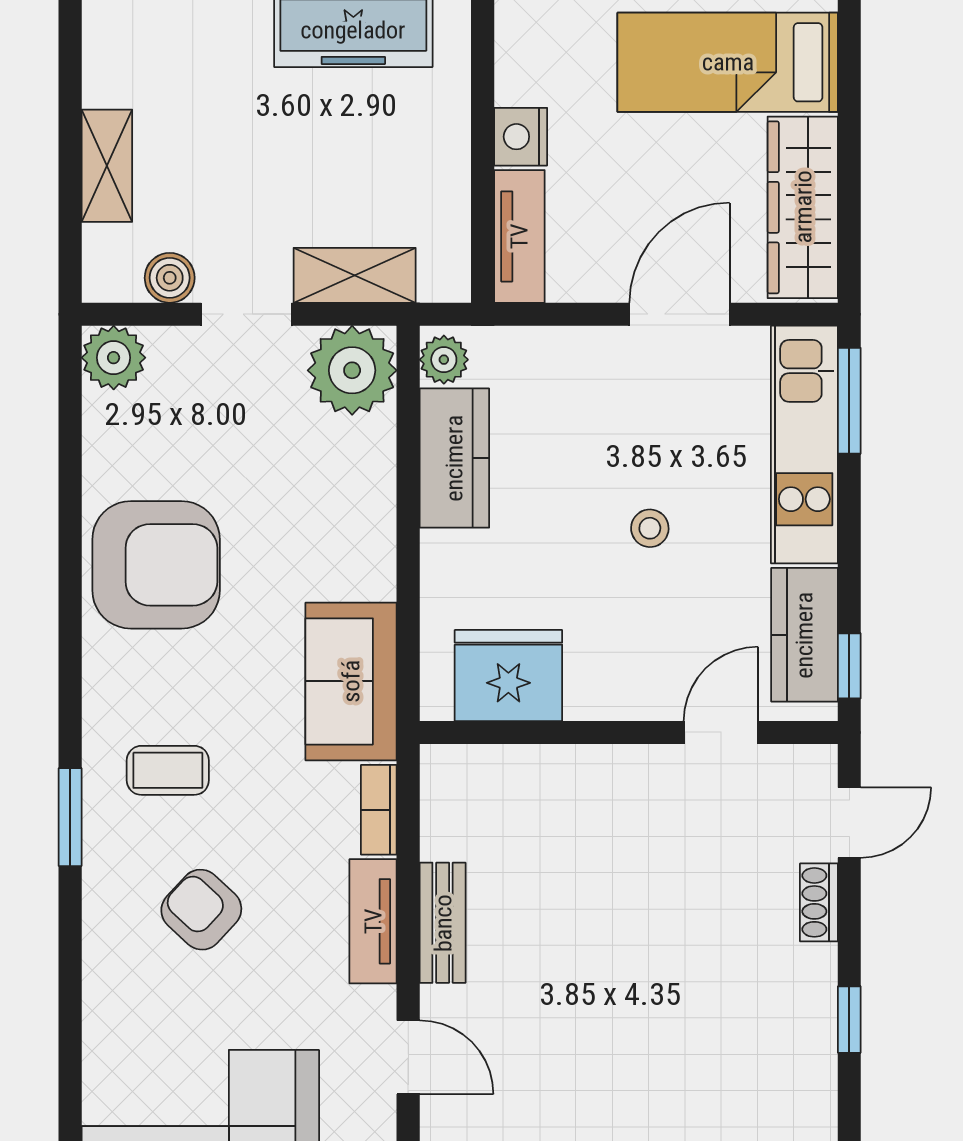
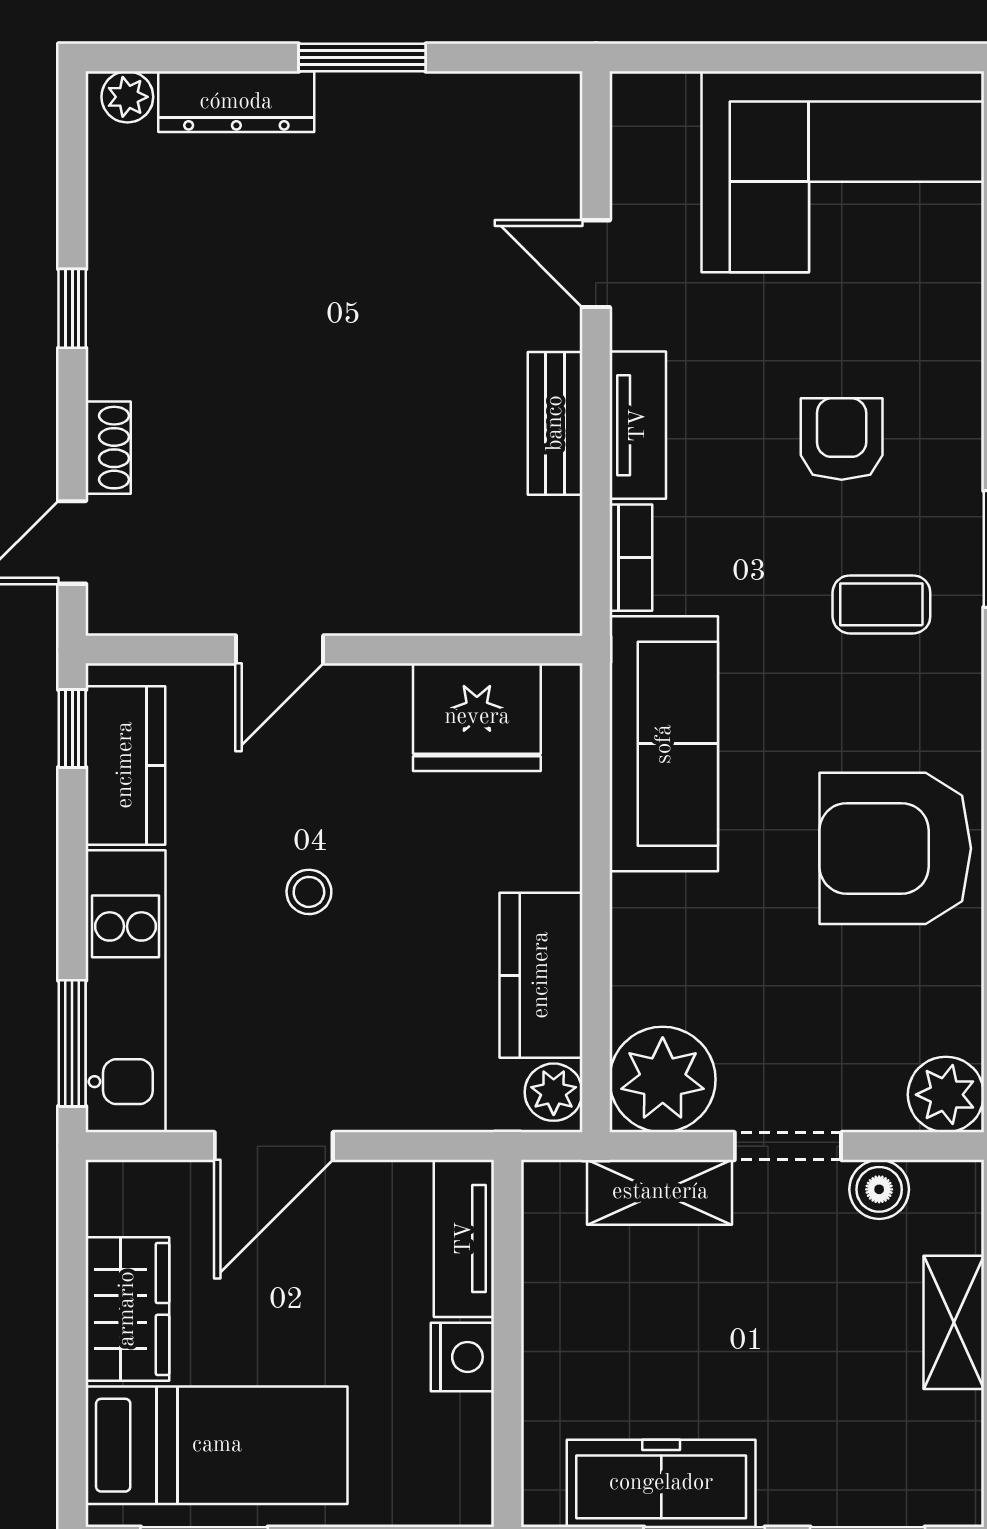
wardrobe: (803, 207) -> (127, 1309), width x0.67
sofa: (351, 681) -> (664, 744), width x1.36
door: (721, 732) -> (280, 649), moved
armchair: (201, 910) -> (842, 439), turned -133

